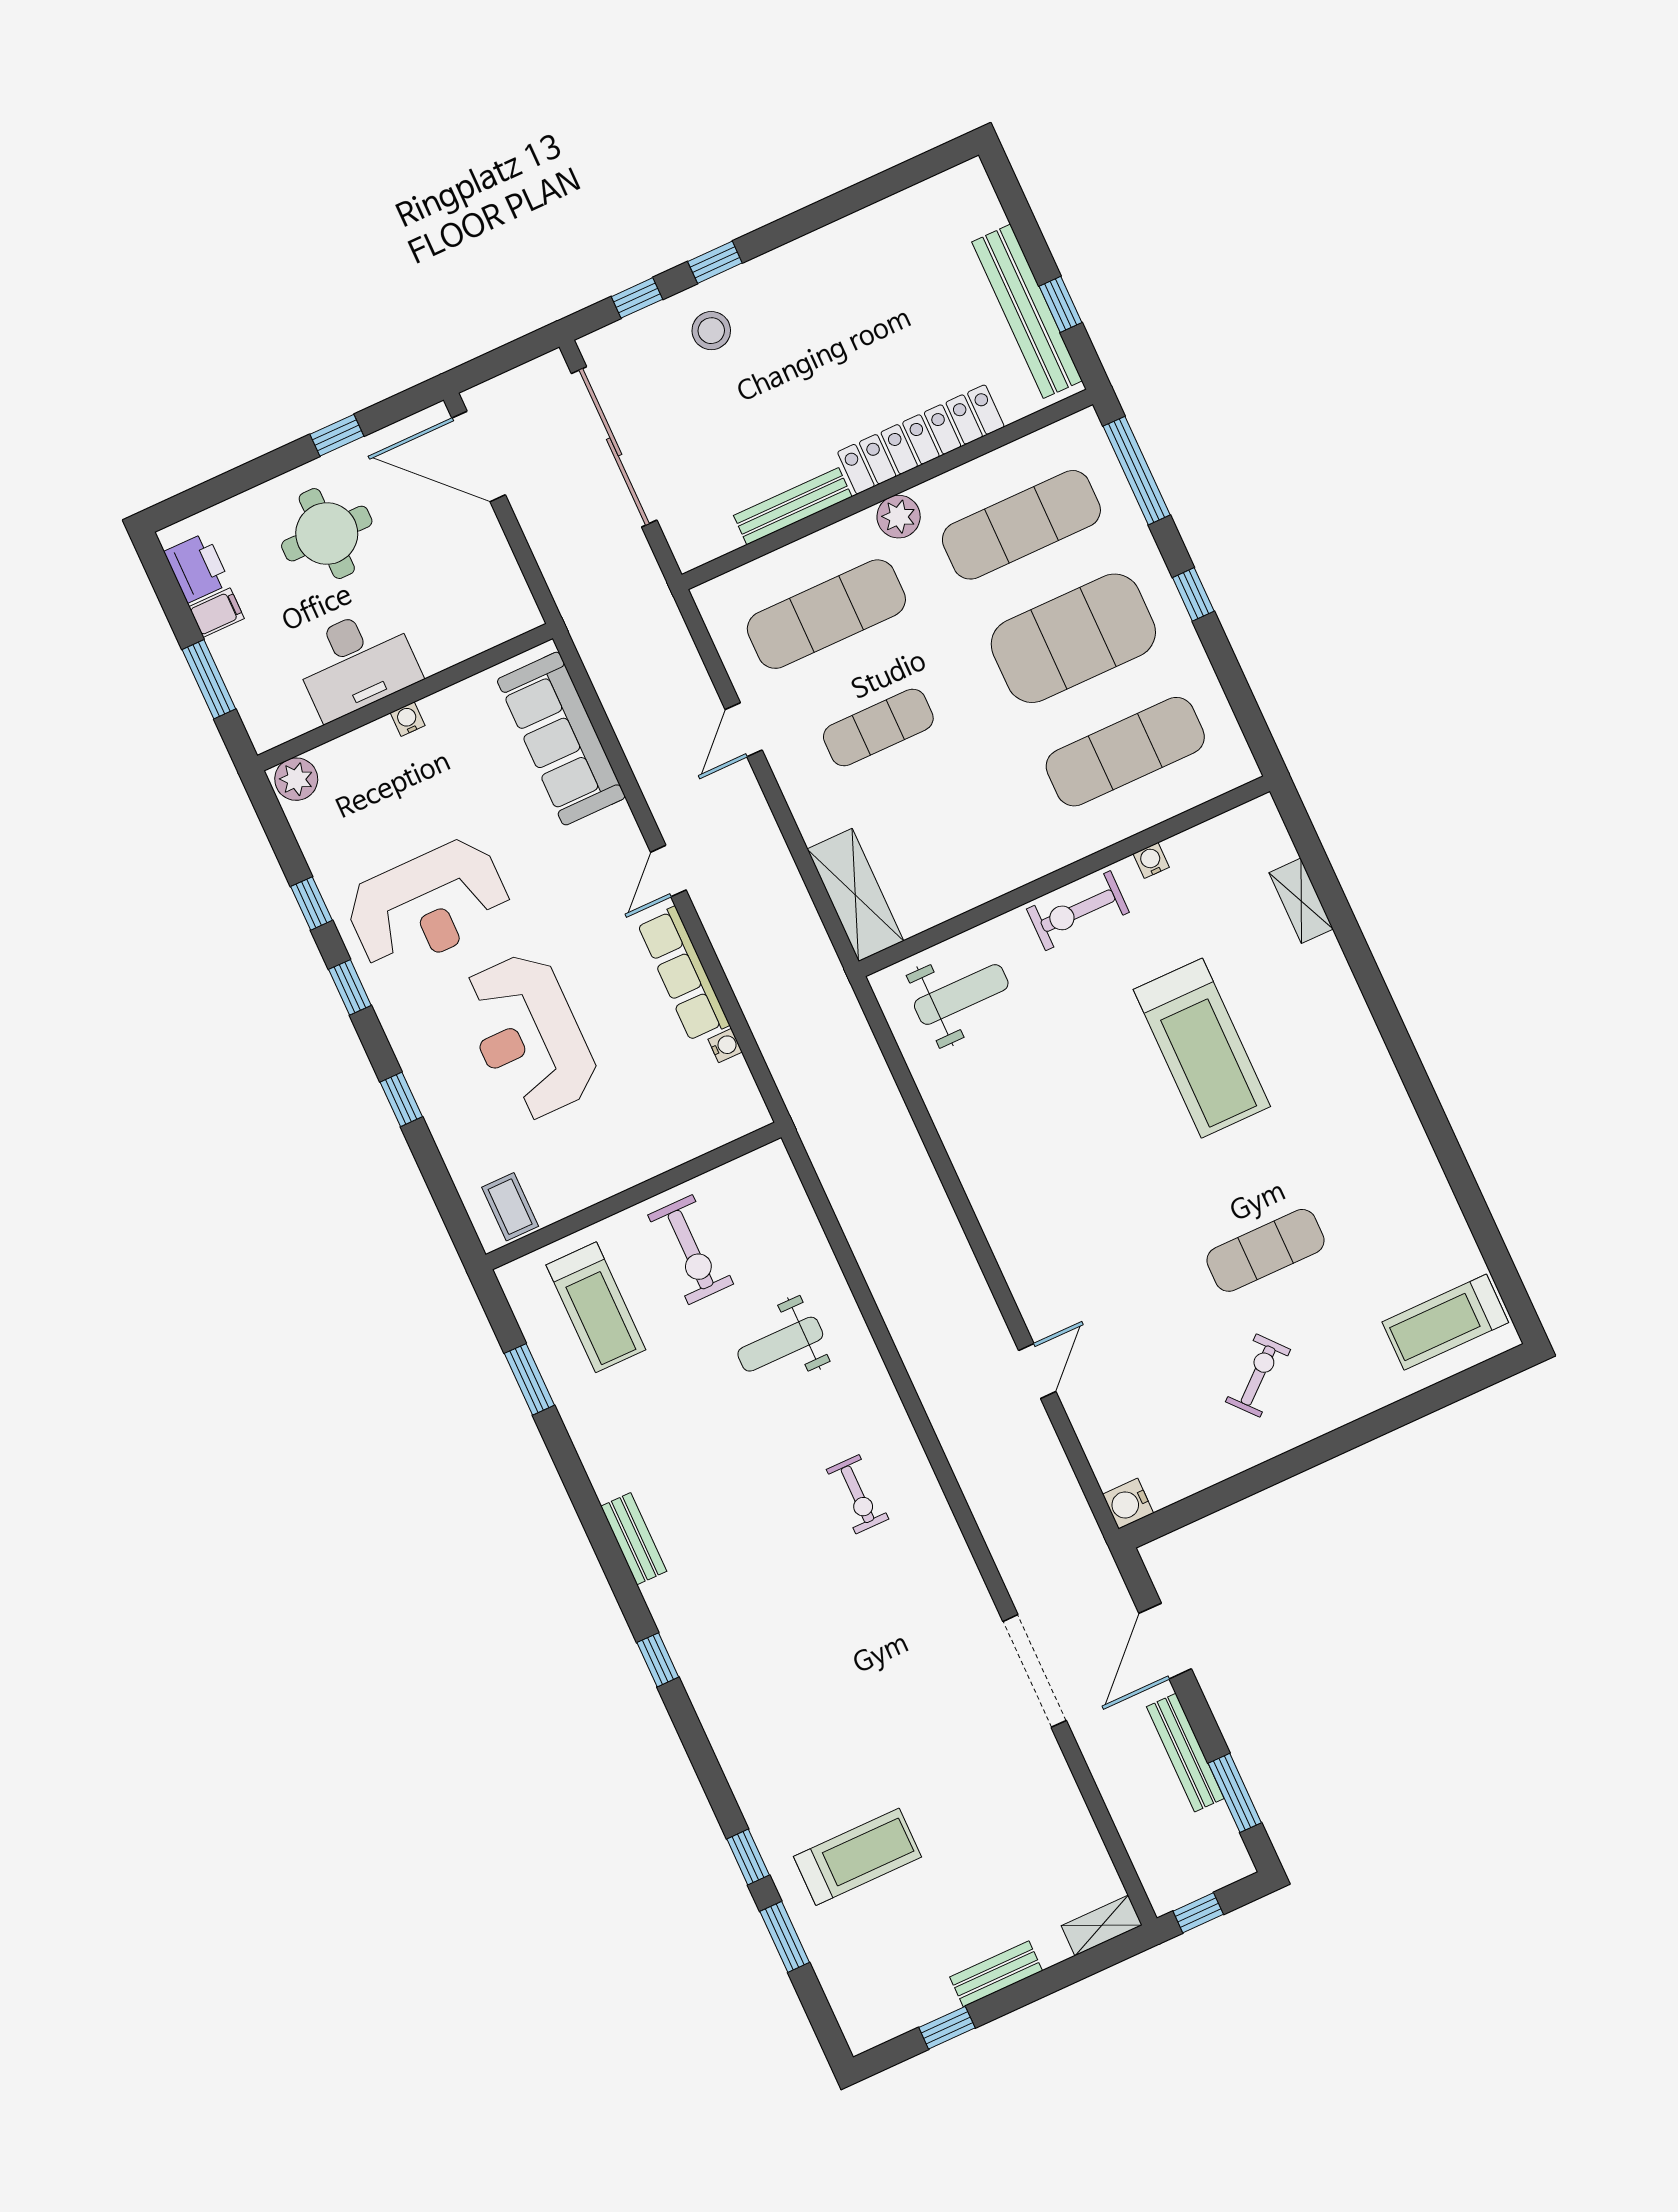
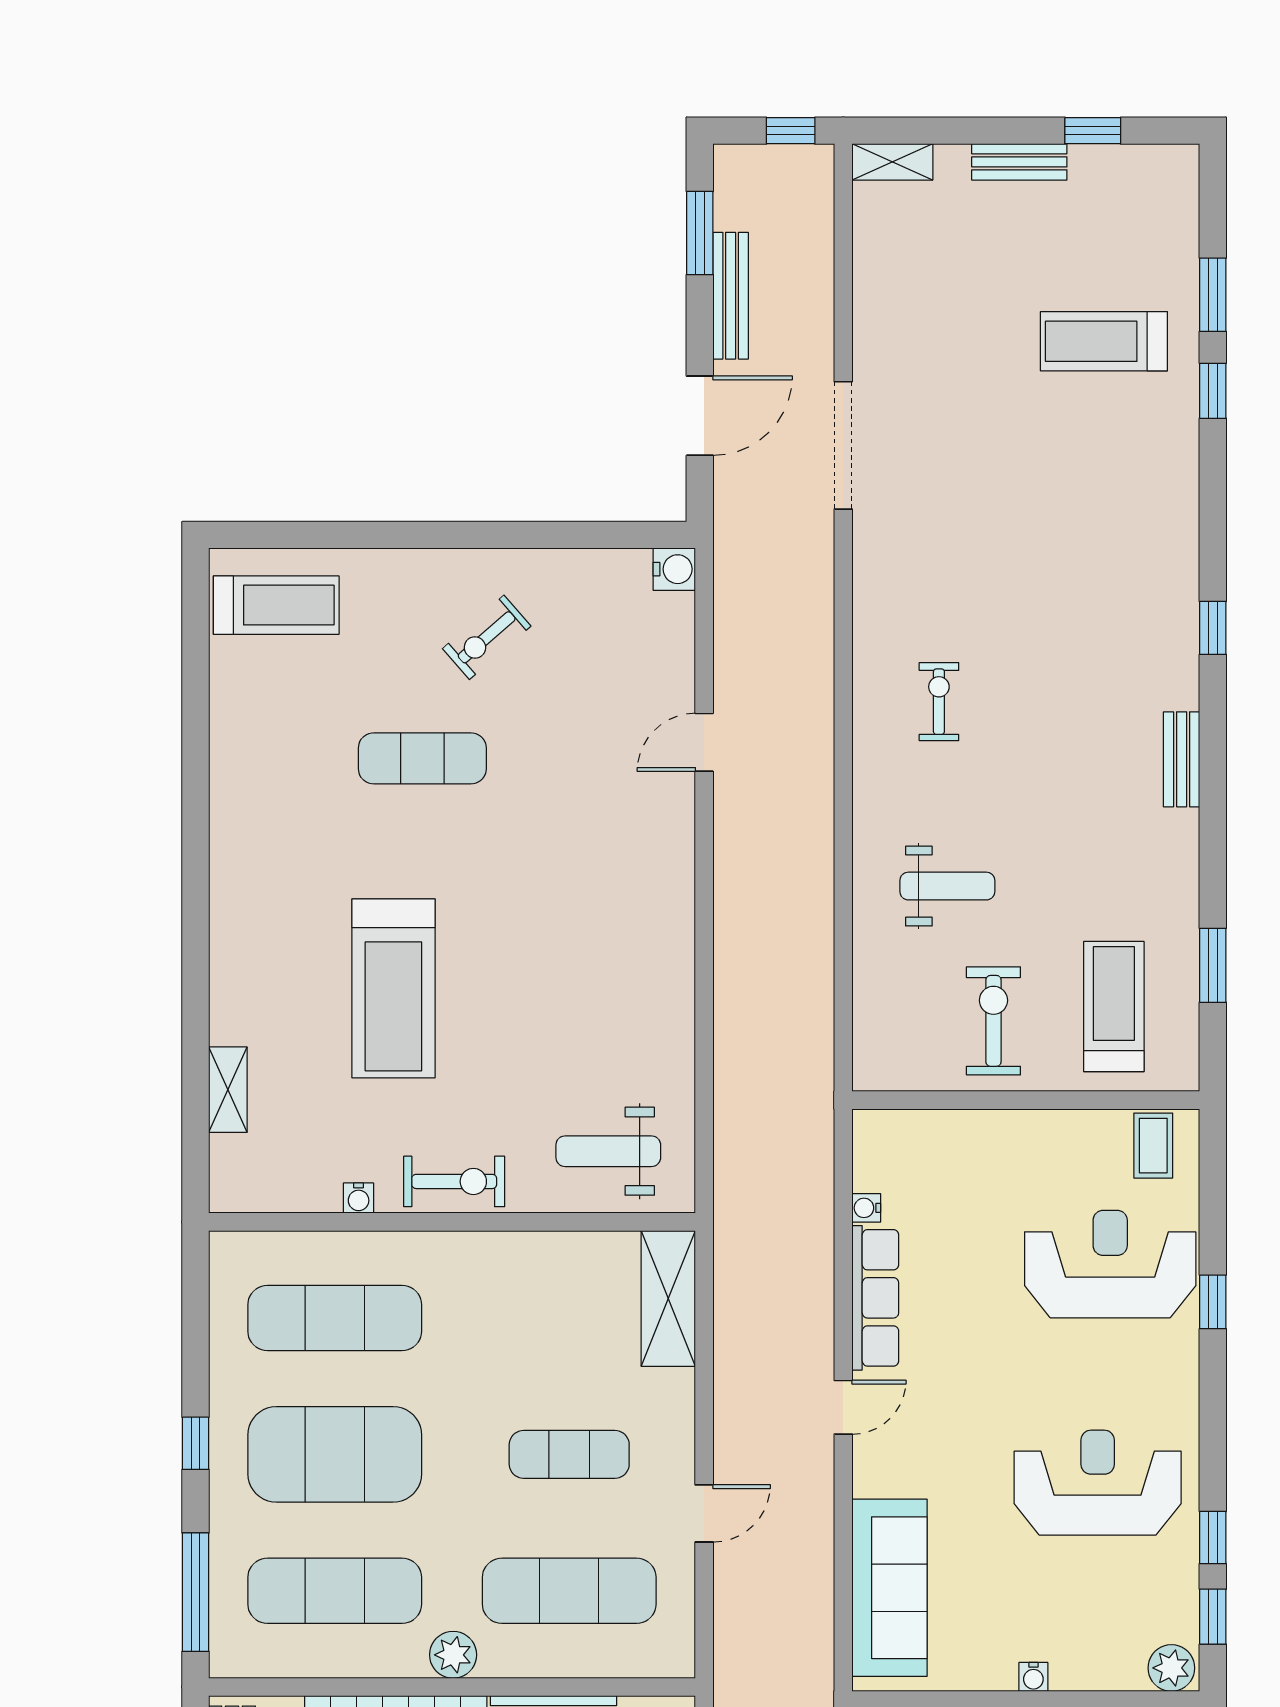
window: (350, 987) -> (1213, 1617), moved
reception desk: (528, 1036) -> (1110, 1264), moved, turned -90
treadmill: (1202, 1048) -> (393, 988), turned 180

